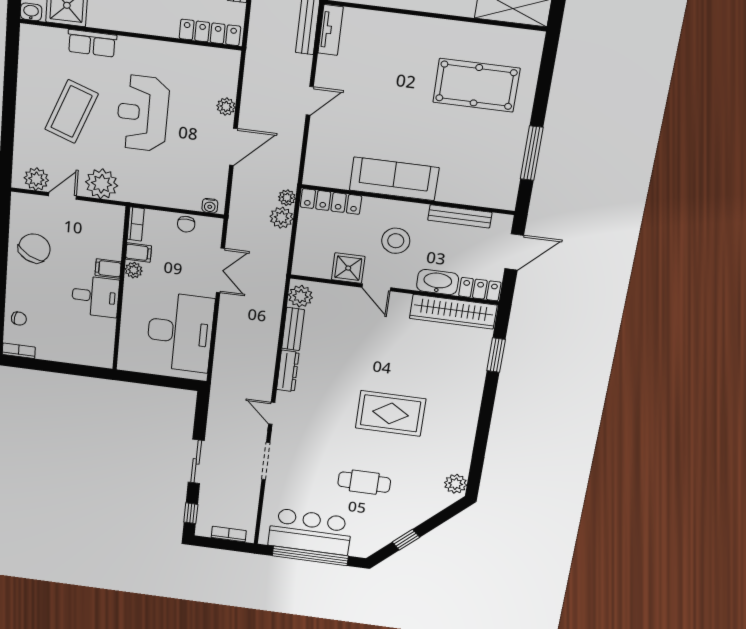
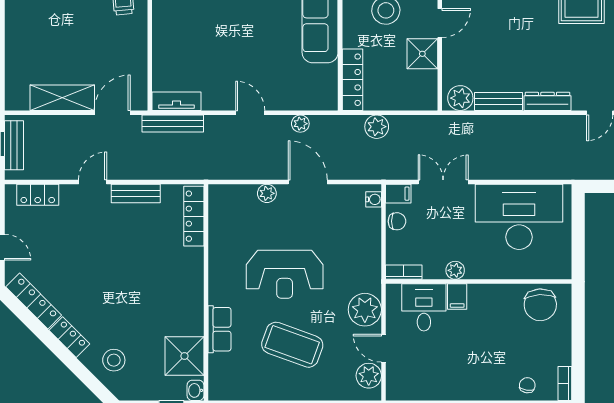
plant: (287, 198) -> (300, 124), moved
chair: (34, 248) -> (540, 305), moved, turned -122
filing cabinet: (139, 253) -> (398, 194), moved, turned 90
desk: (95, 296) -> (424, 307), moved

